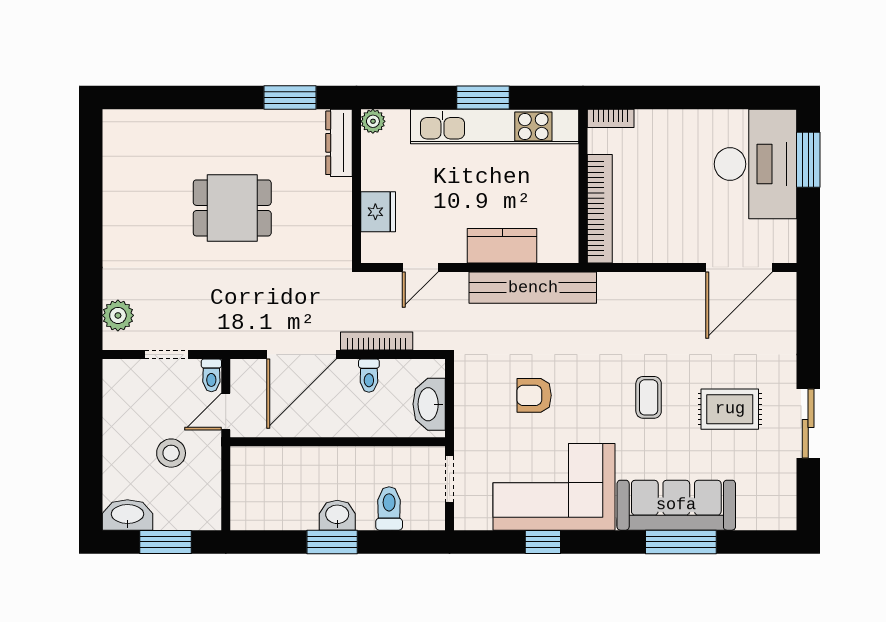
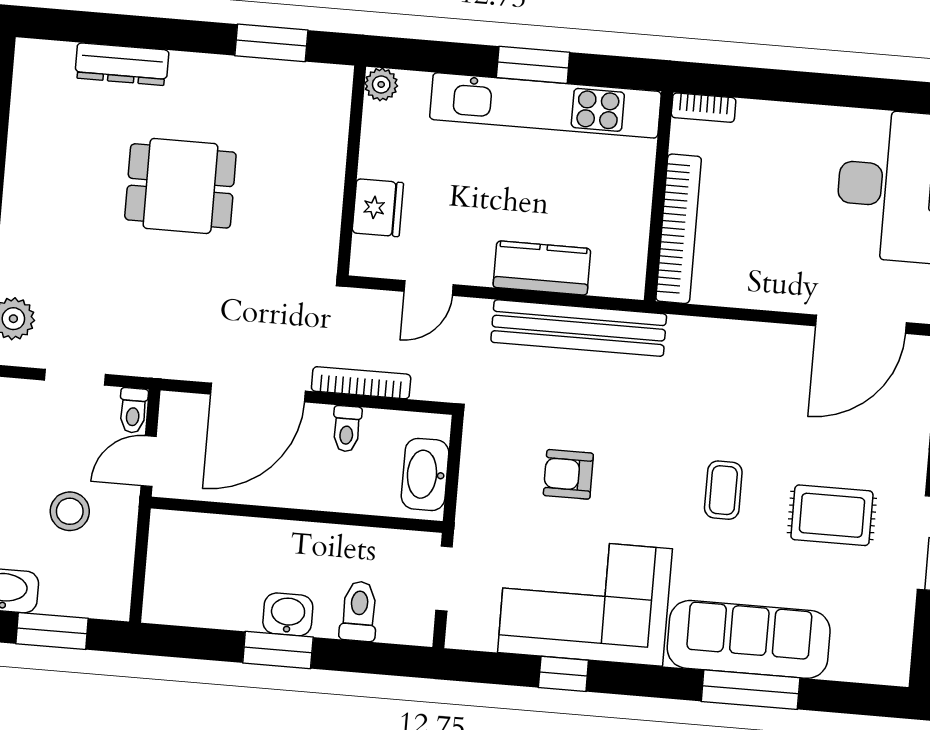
dresser: (339, 143) -> (122, 64), moved, turned -90

